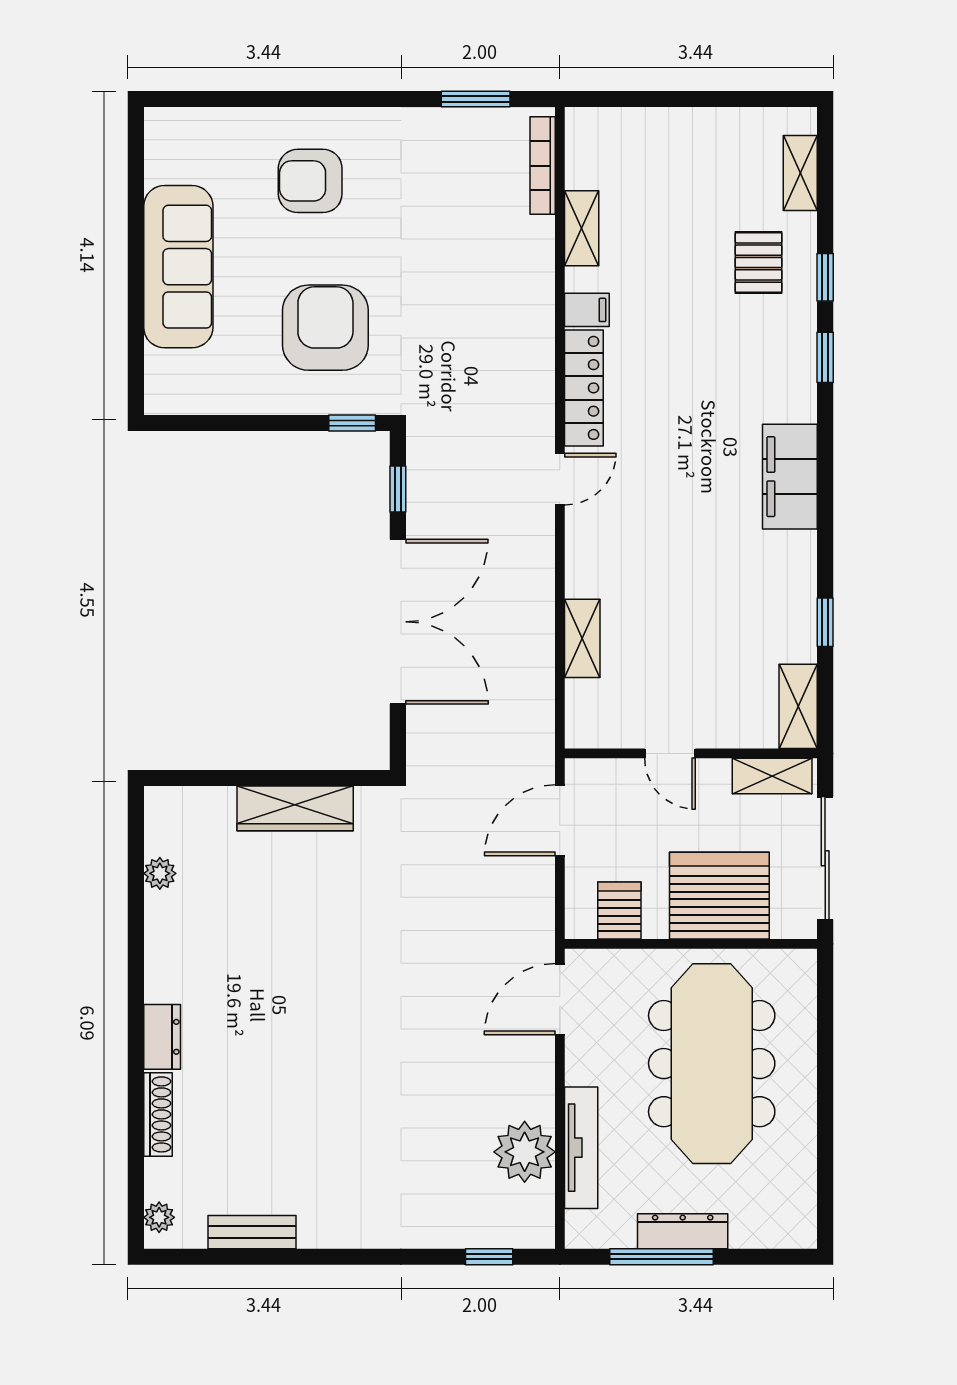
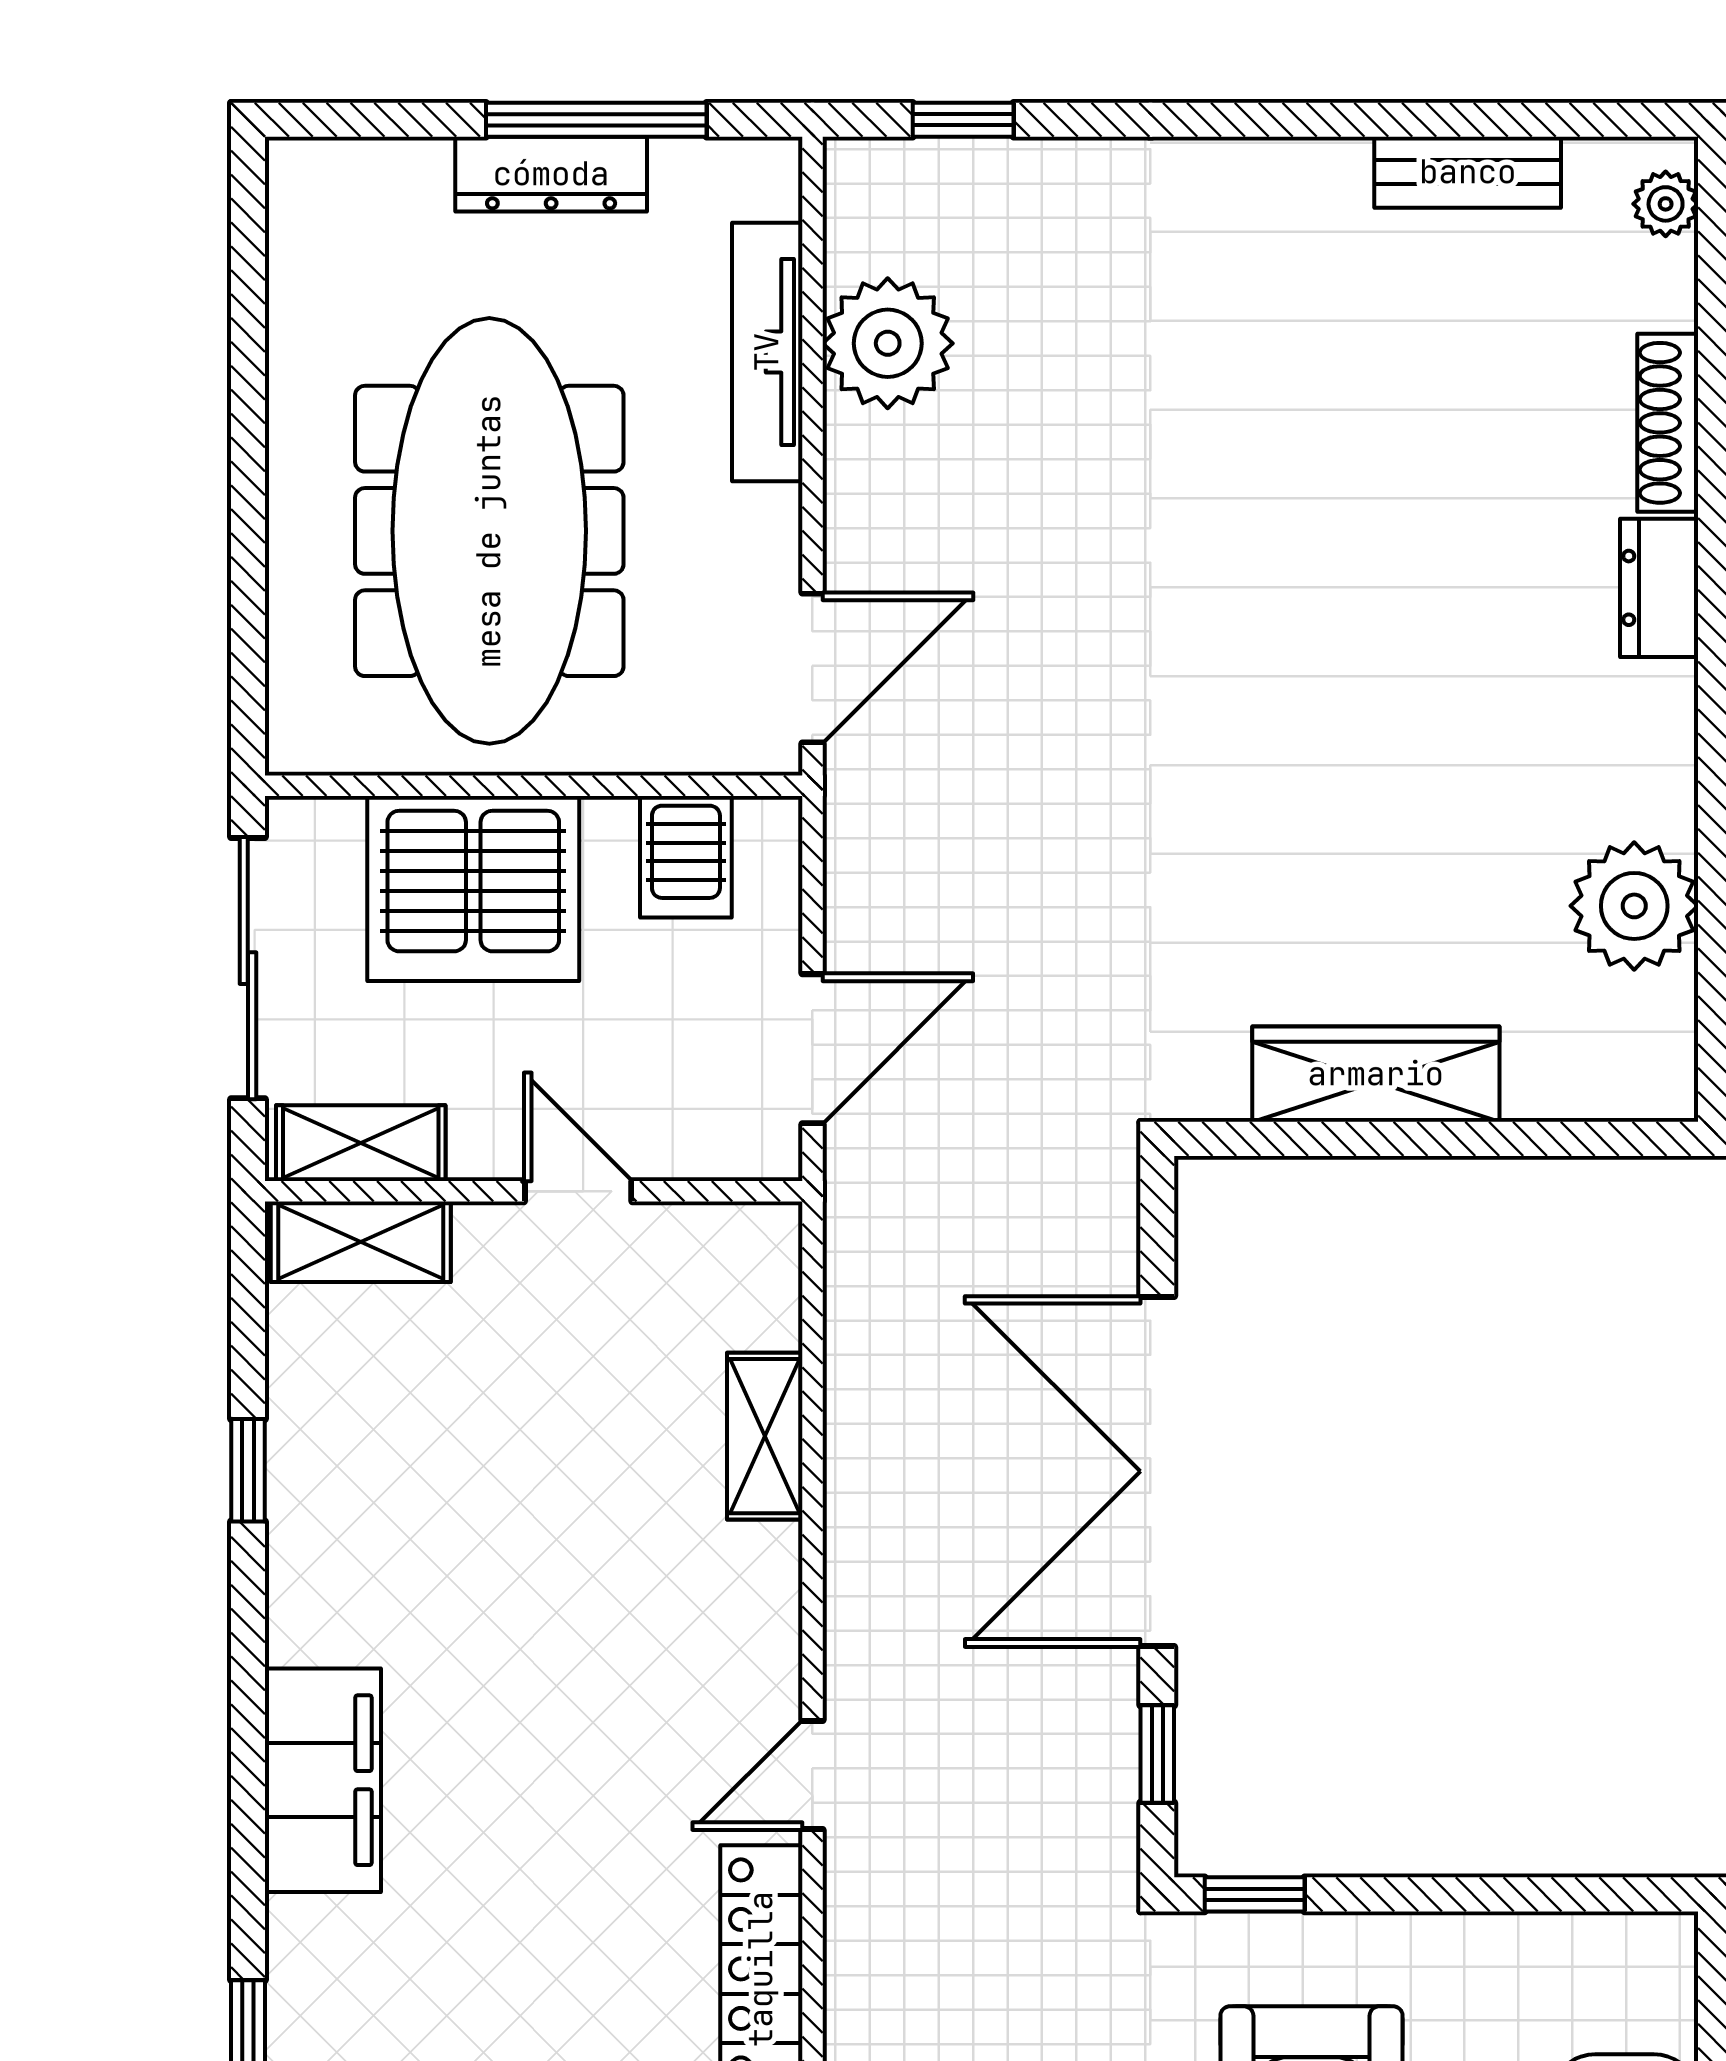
shelving: (798, 706) -> (361, 1242), moved, turned 90
plant: (160, 873) -> (1634, 906), width x1.87, depth x1.87

